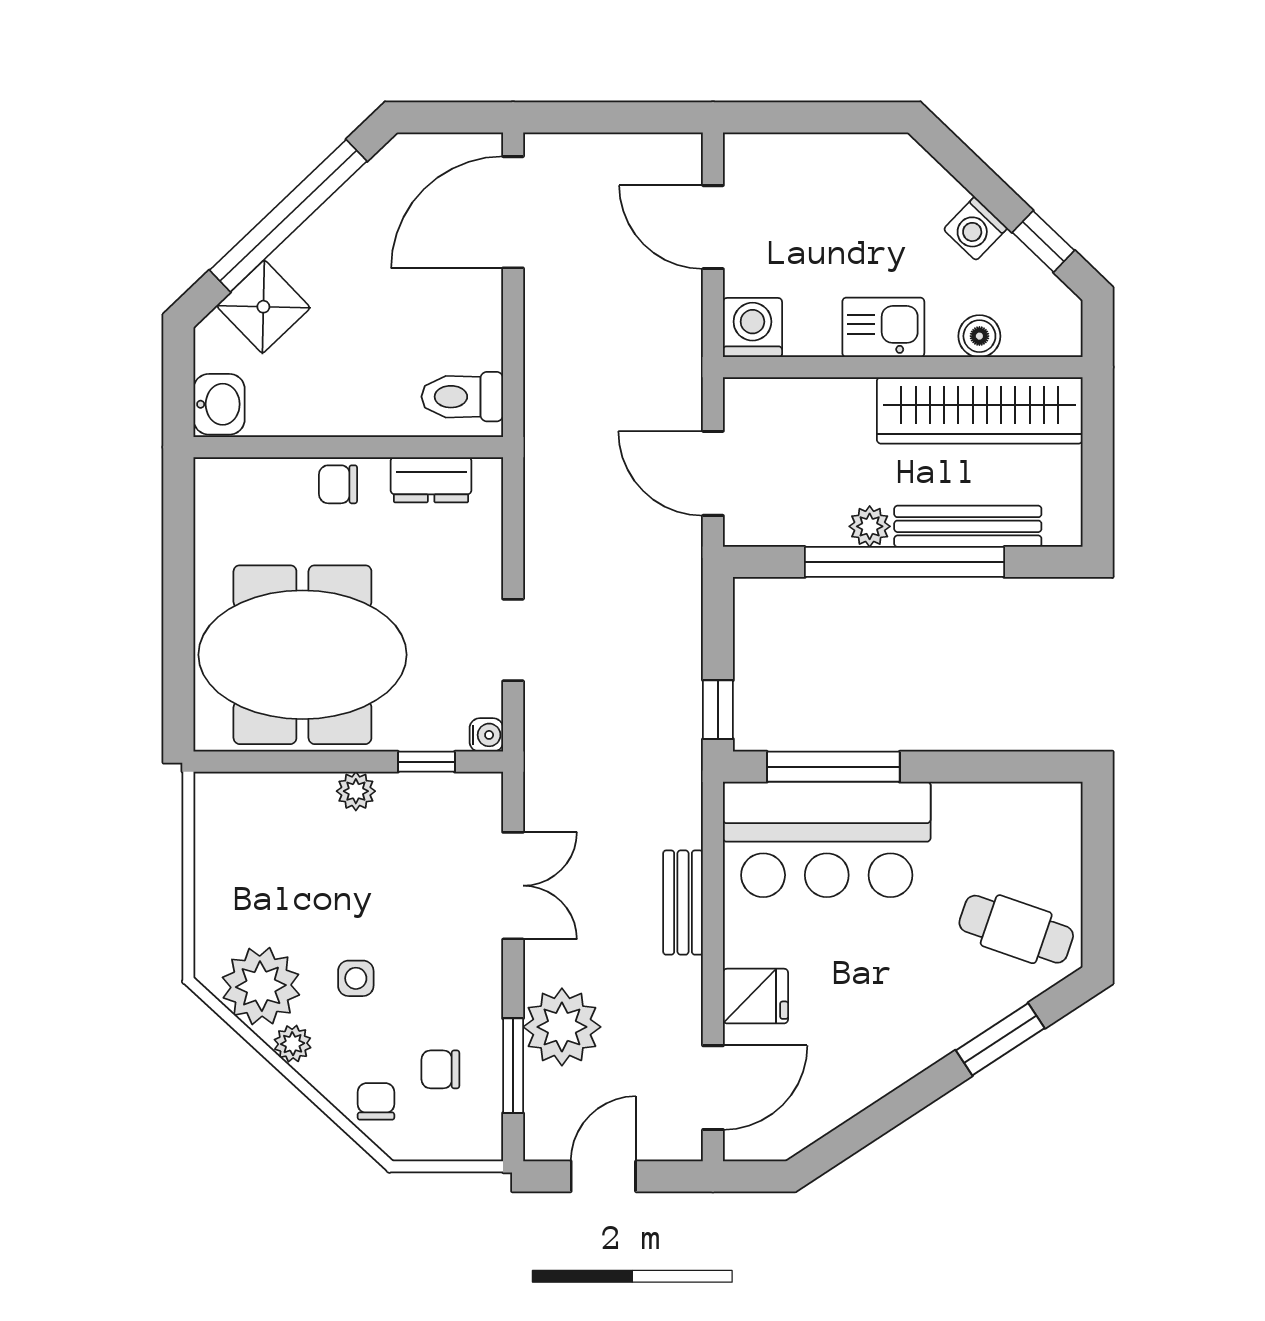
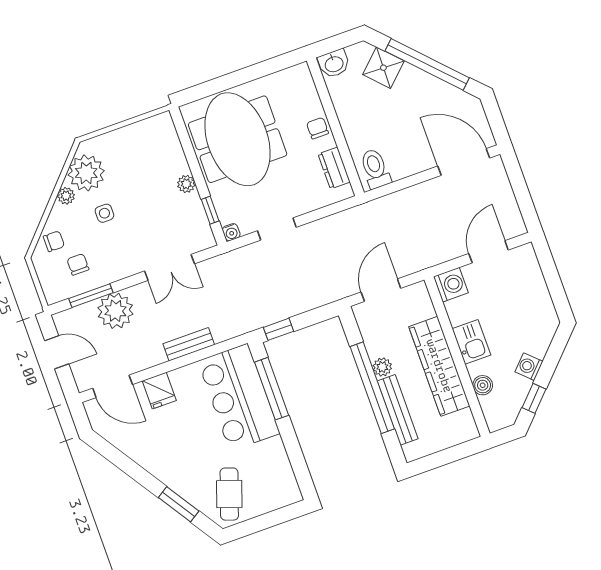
wardrobe: (980, 410) -> (439, 366), moved

